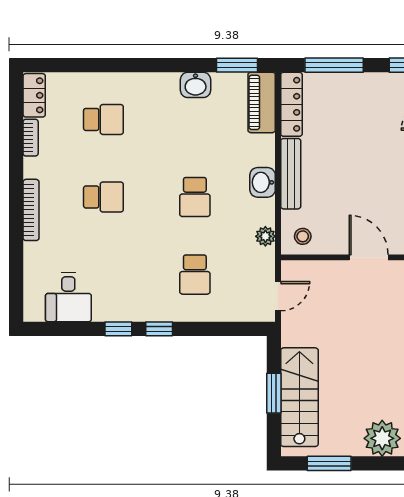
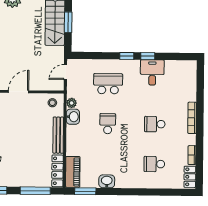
washbasin: (263, 182) -> (73, 117), moved
door: (369, 257) -> (19, 92), swing flipped
school desk: (195, 275) -> (108, 84), width x1.85
desk: (68, 297) -> (152, 72), moved

